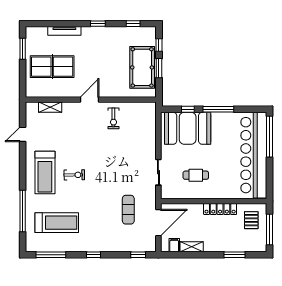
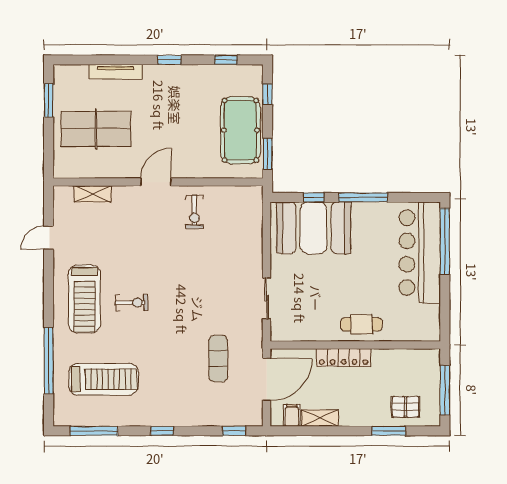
window: (159, 68) -> (268, 154), moved
bar counter: (254, 155) -> (420, 253), width x0.73
cafe table: (196, 175) -> (361, 324), moved
locker: (220, 209) -> (344, 358), moved
pallet: (251, 220) -> (406, 407), moved, turned 90

